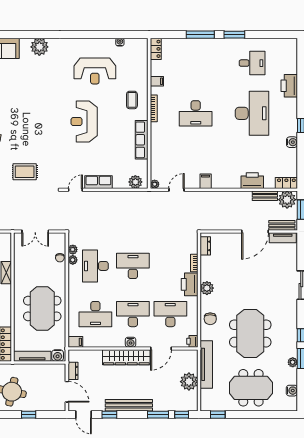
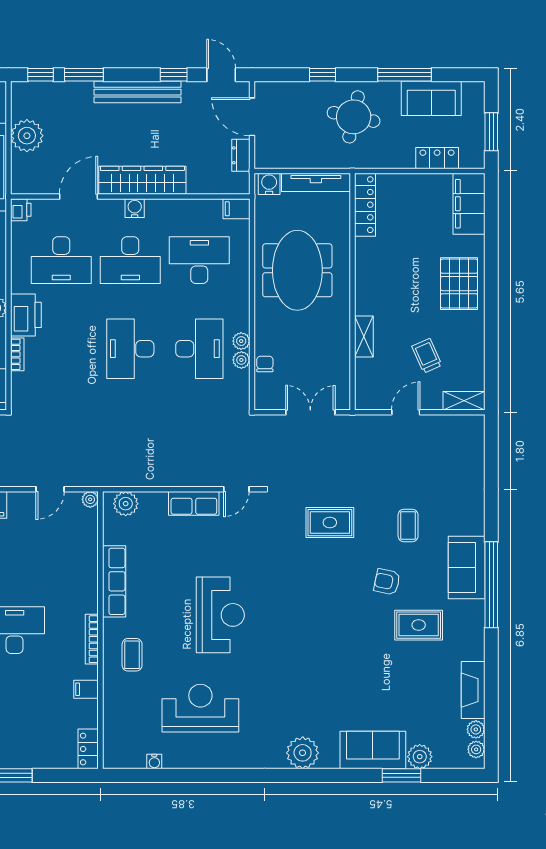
plant: (73, 250) -> (241, 341), moved
desk: (133, 266) -> (130, 349), turned 90

